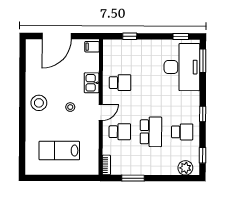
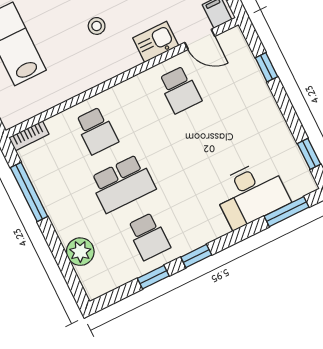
desk: (182, 67) -> (251, 194), width x0.73, depth x0.77
door: (101, 112) -> (200, 39), moved
window: (202, 155) -> (153, 277), moved
plant: (185, 168) -> (80, 252), moved
window: (133, 178) -> (29, 192), width x1.44

